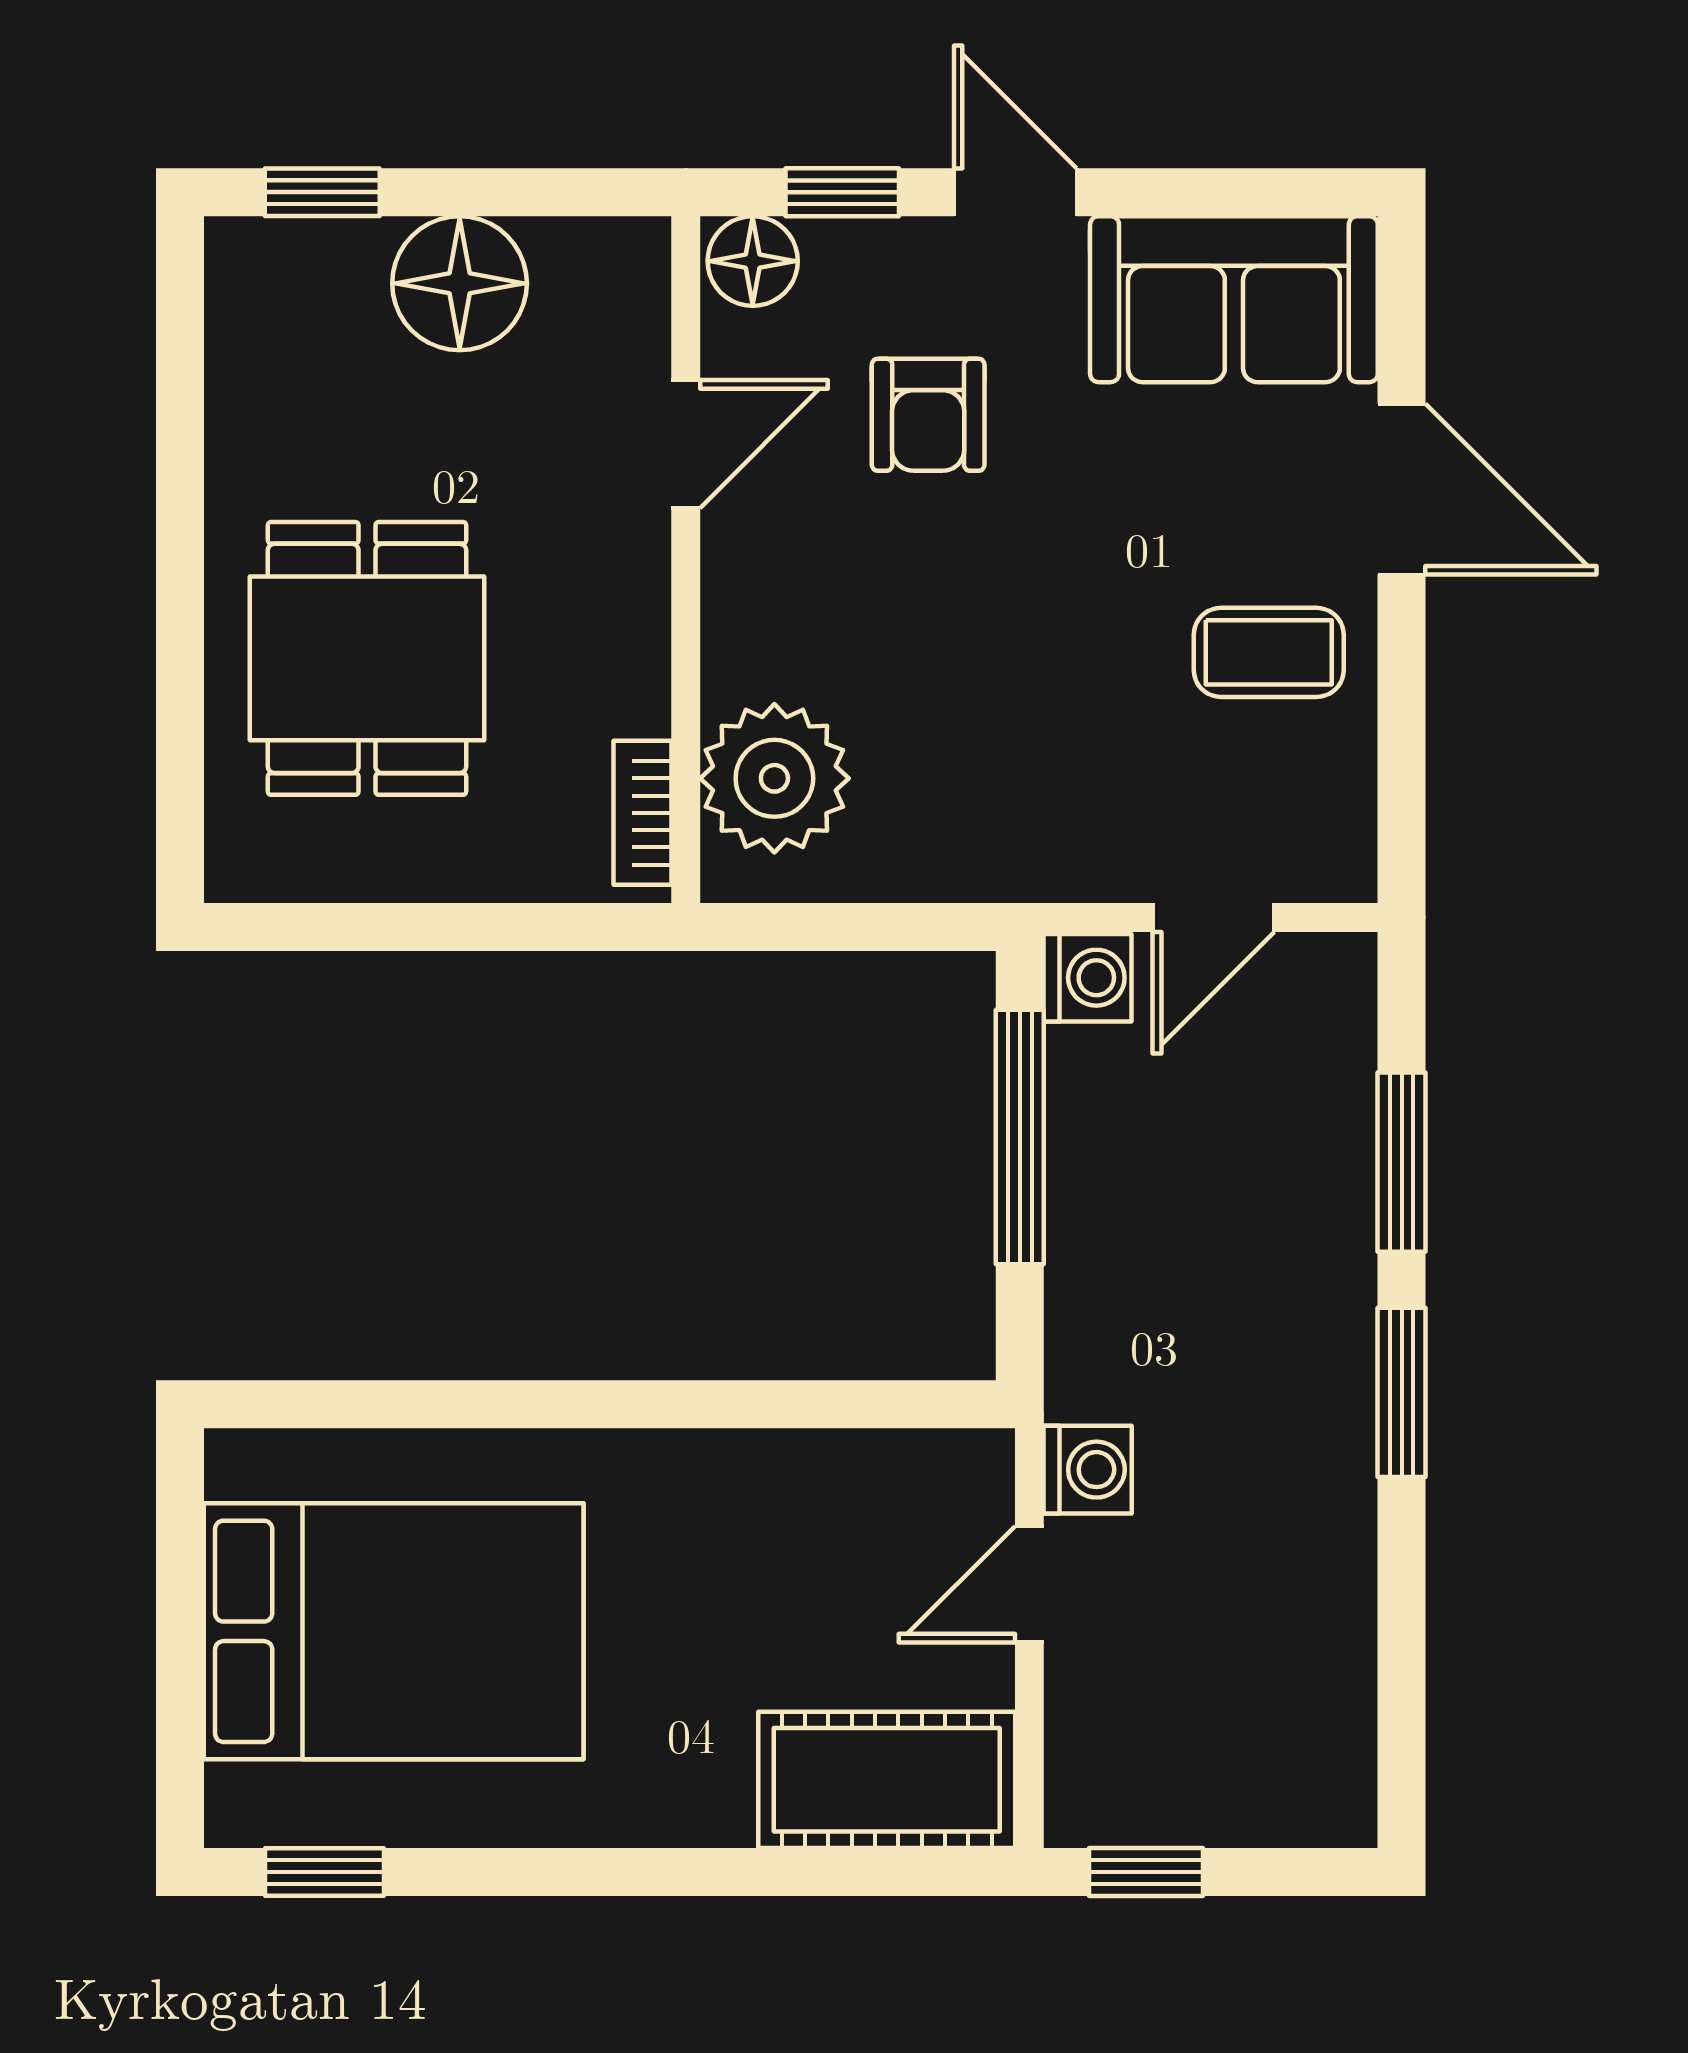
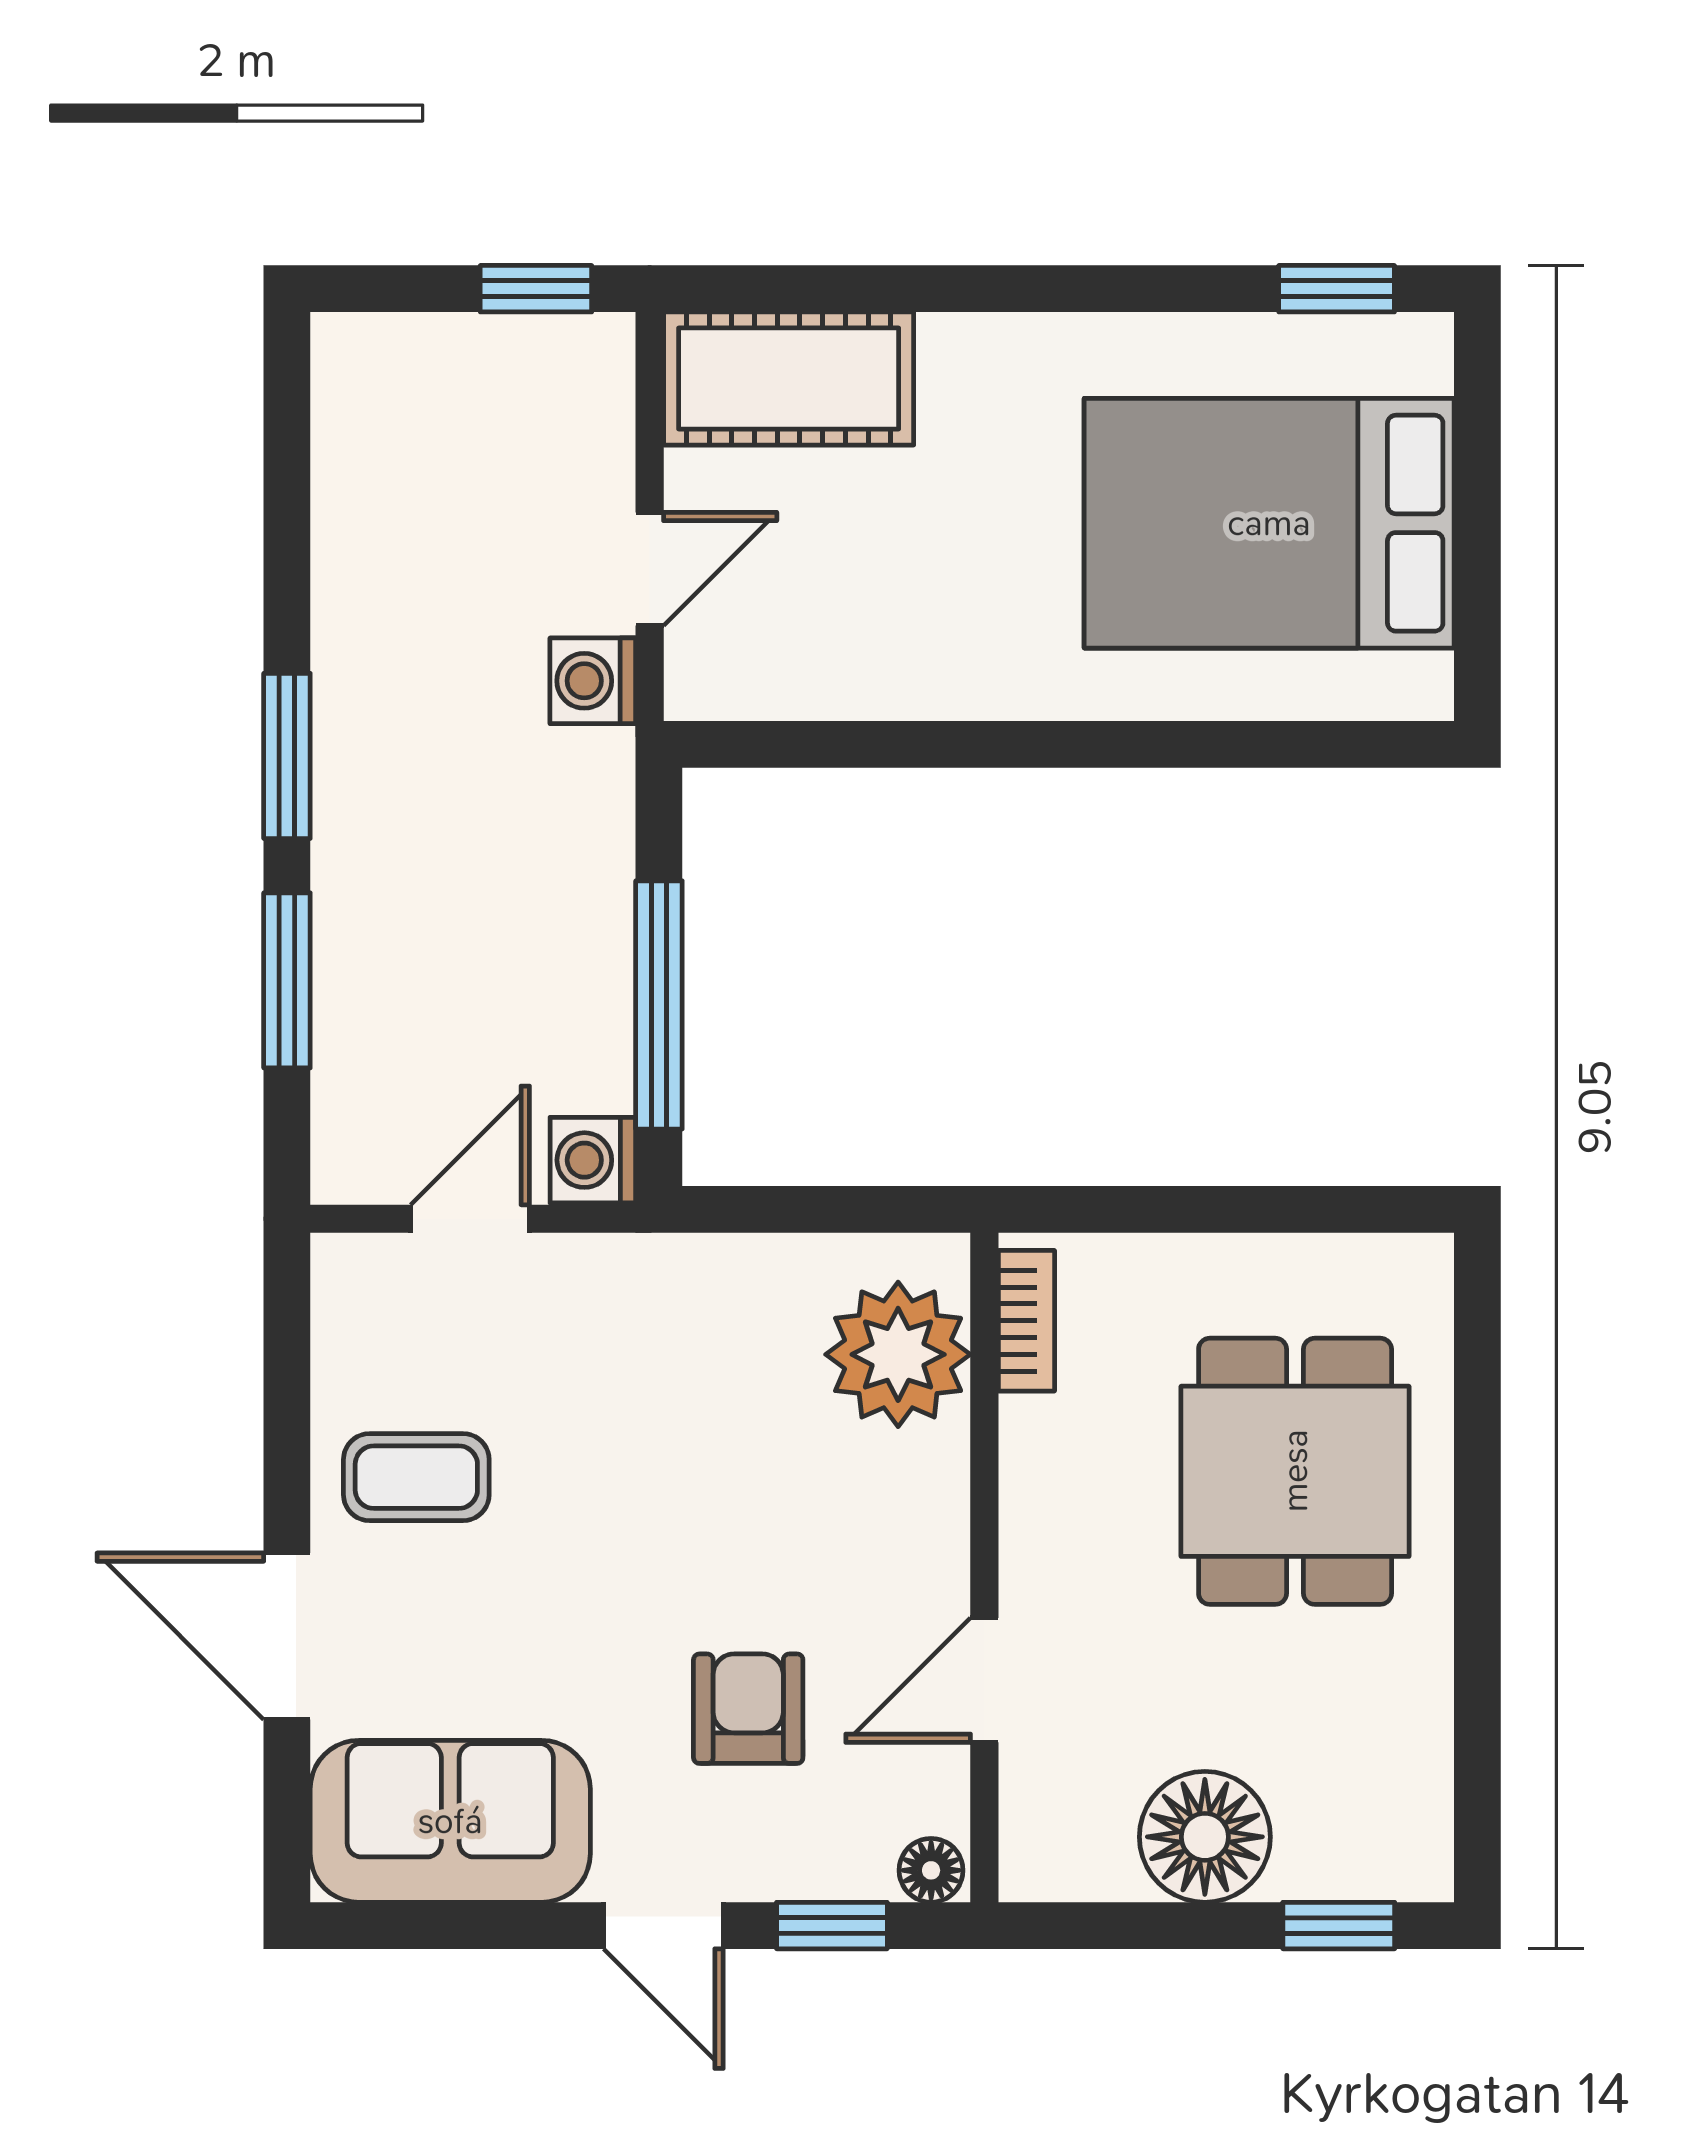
floor lamp: (753, 261) -> (931, 1870), width x0.73, depth x0.73

